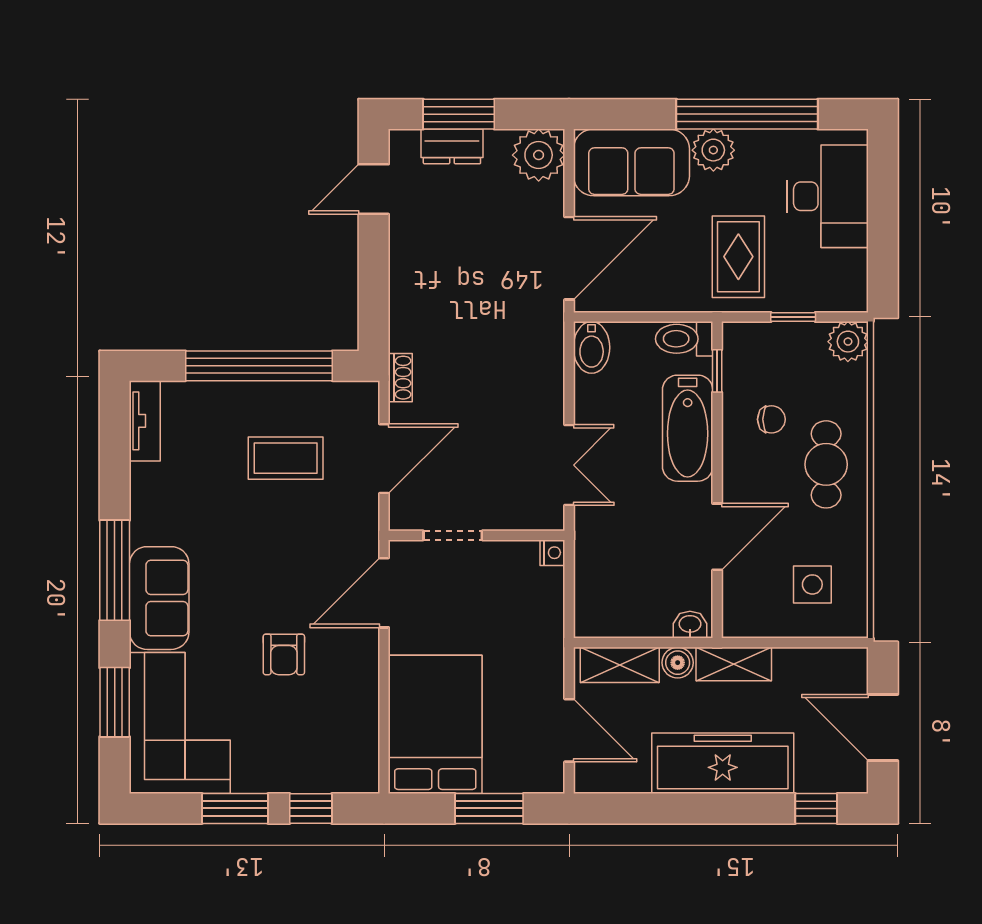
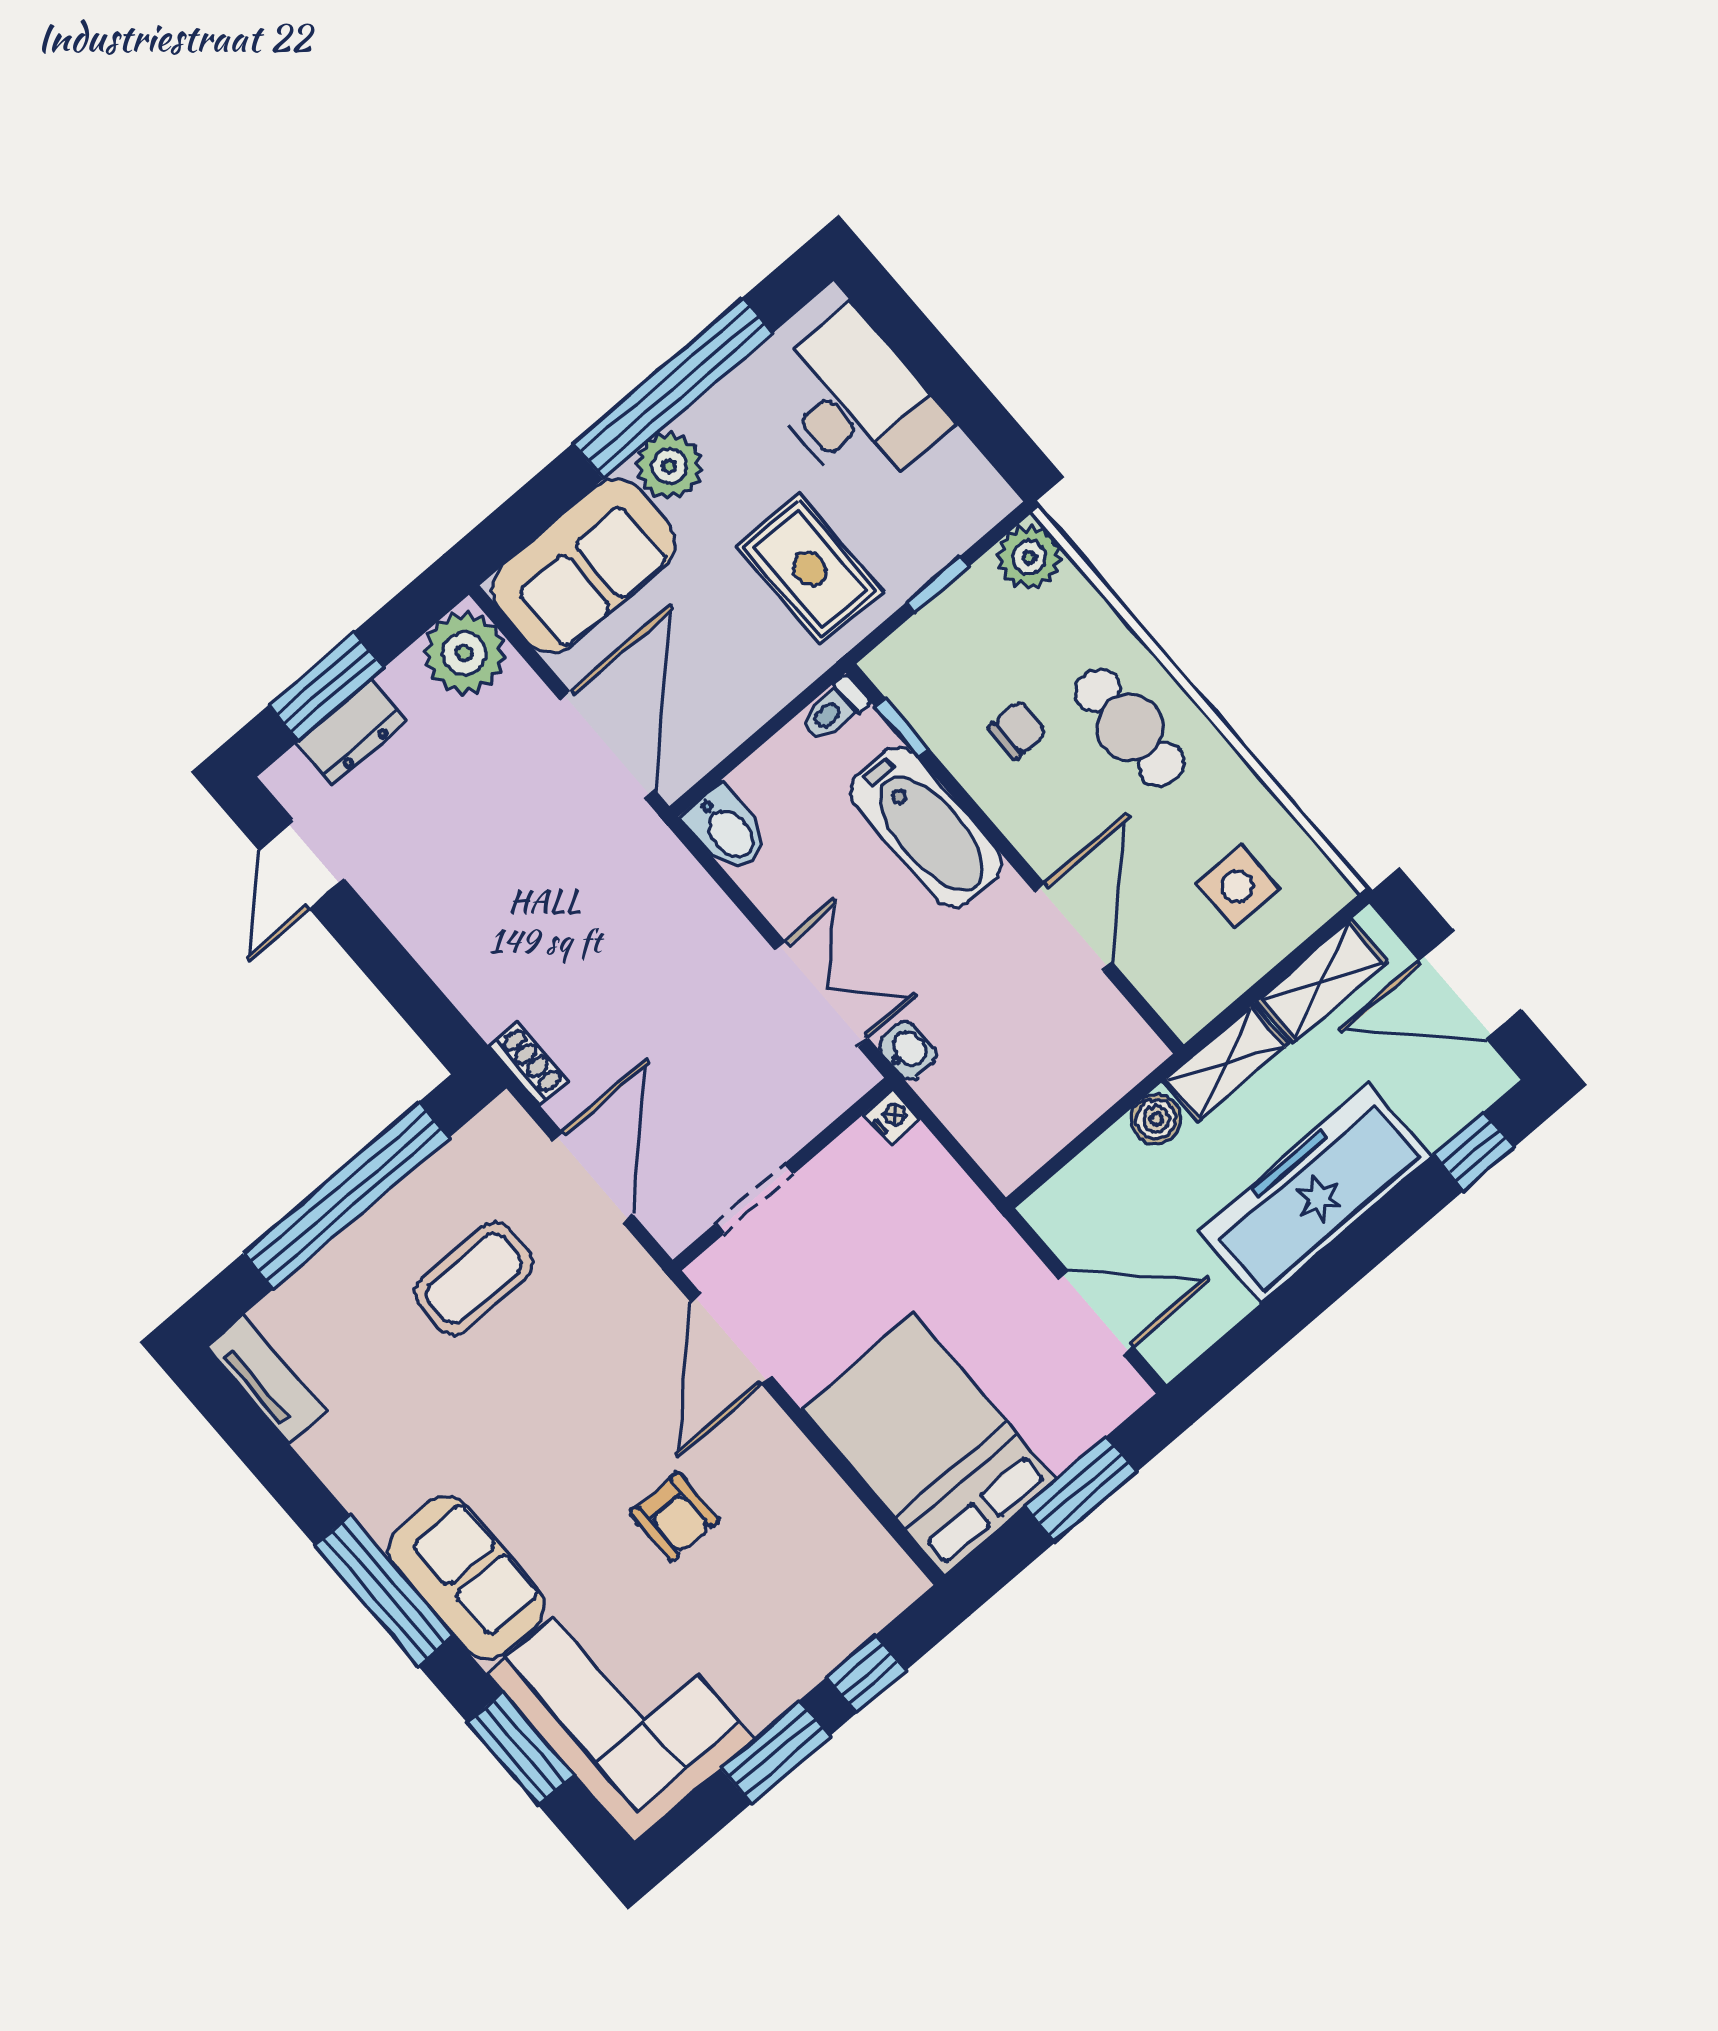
toilet: (684, 339) -> (834, 709), width x0.73, depth x0.72
washbasin: (690, 625) -> (908, 1050), moved, turned 90
shelving: (620, 665) -> (1322, 981), moved

